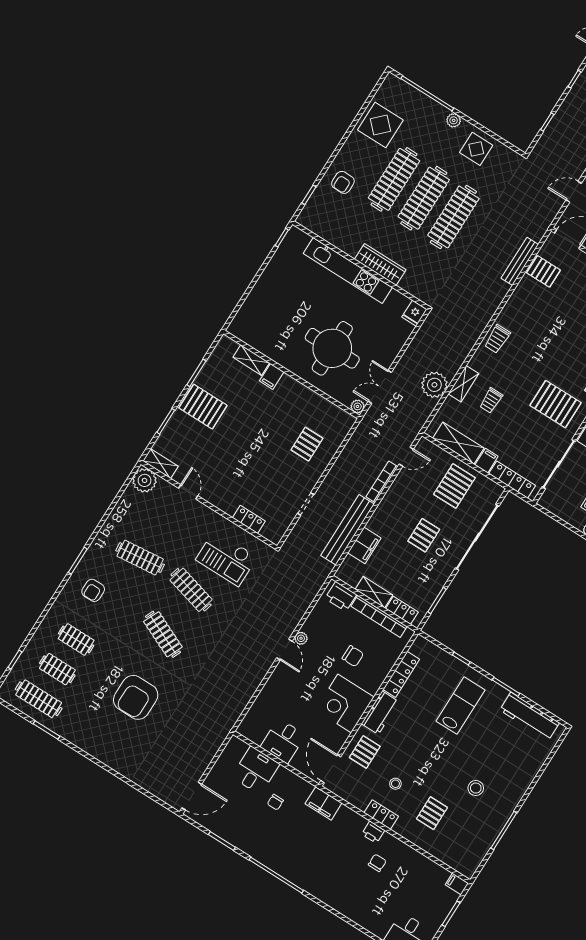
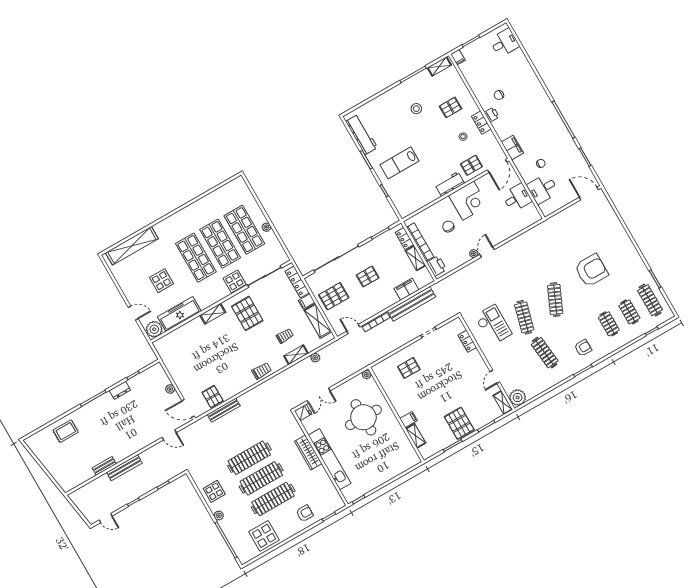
plant: (434, 385) -> (315, 358), width x0.53, depth x0.53
double door: (380, 387) -> (319, 396), moved
locker: (401, 674) -> (425, 200), removed
shelving: (475, 859) -> (439, 66), added

